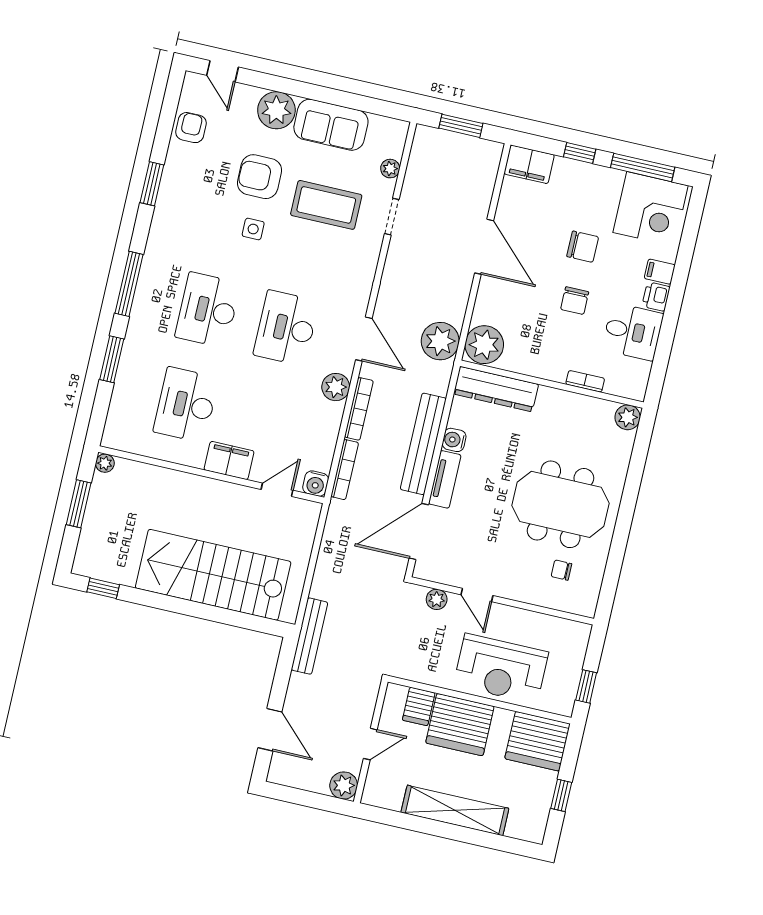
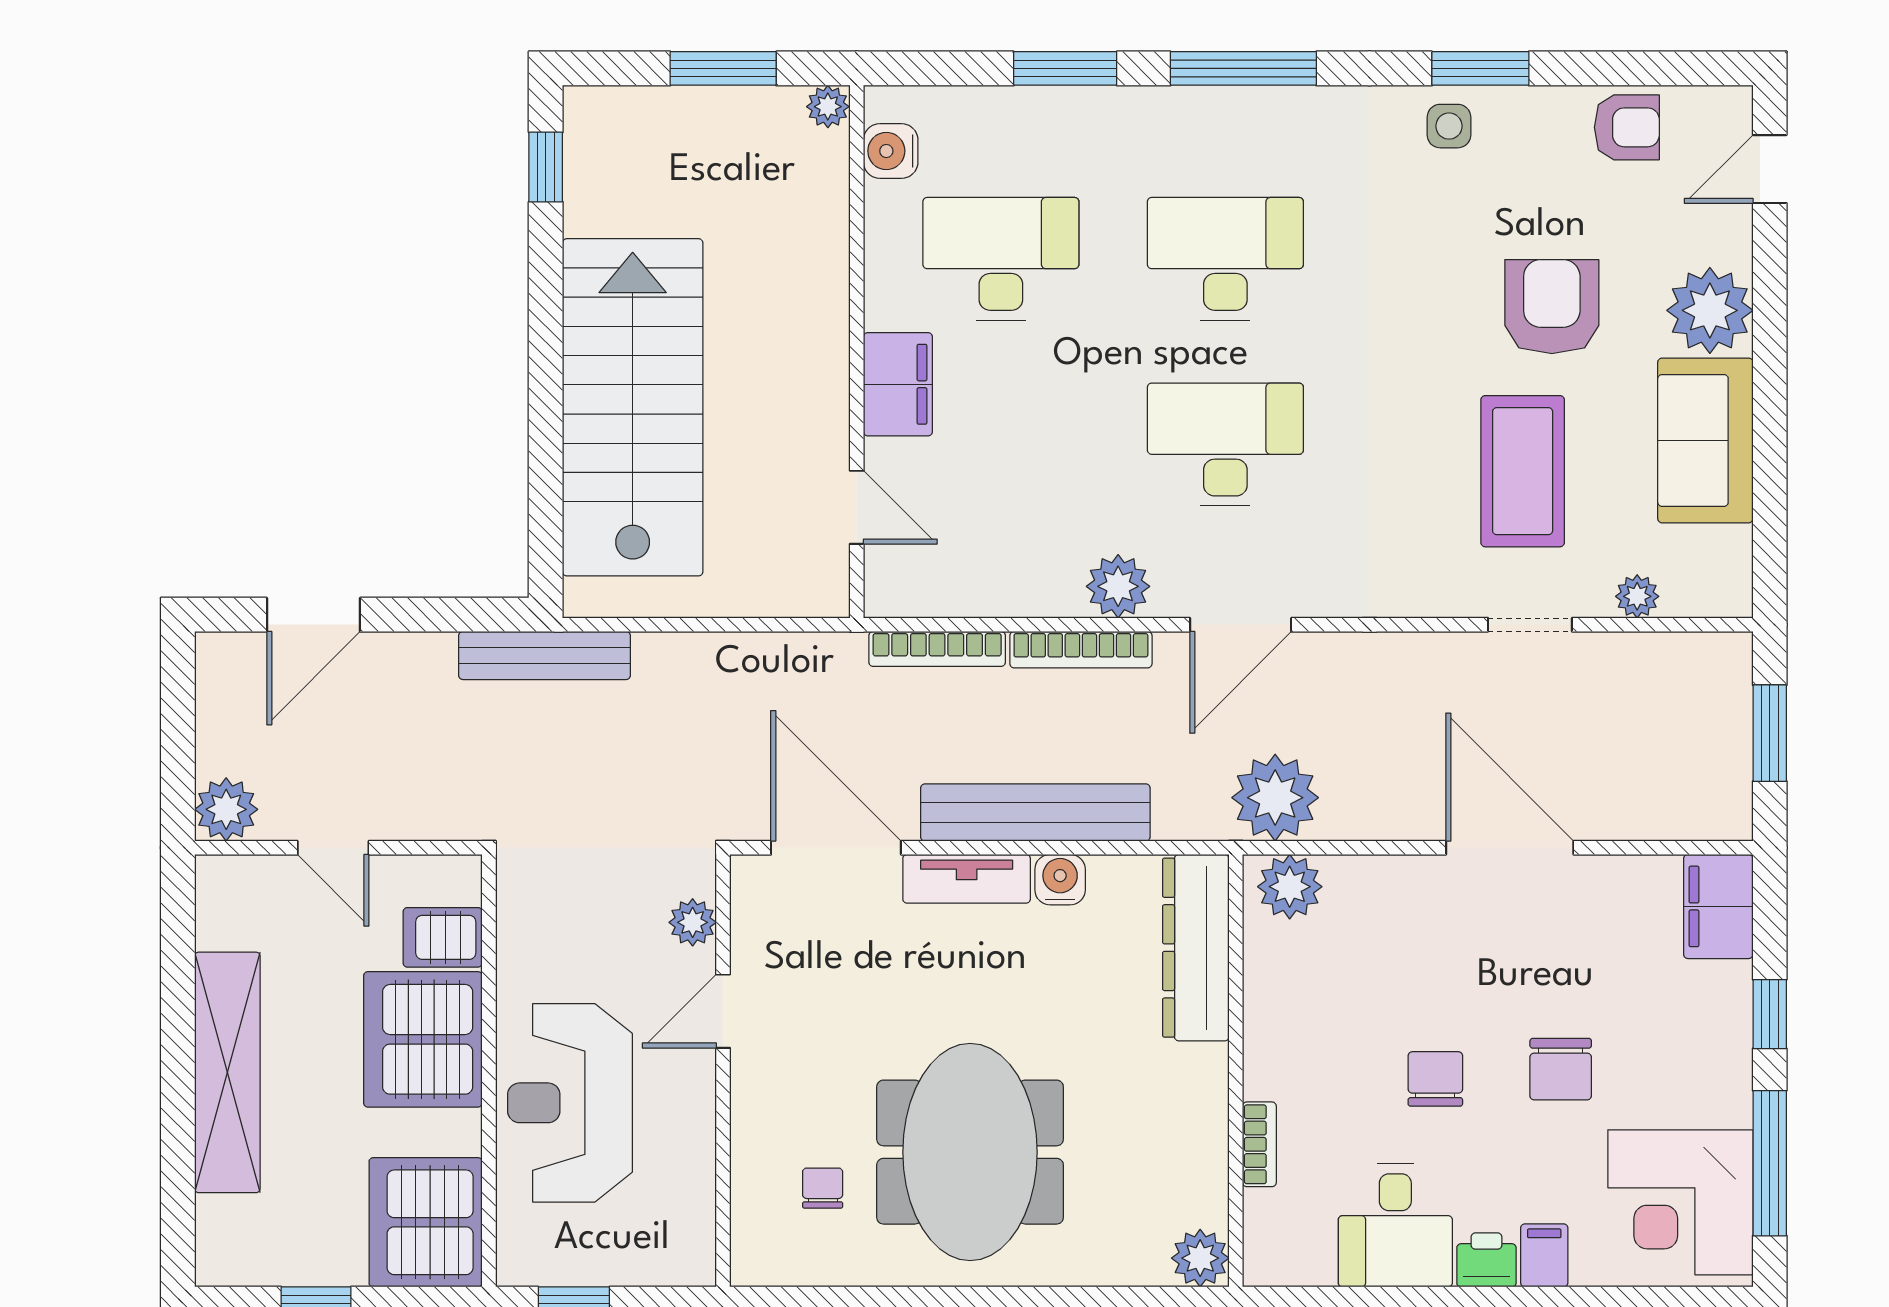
side table: (253, 229) -> (1449, 126), moved
door: (484, 247) -> (1510, 848), swing flipped
chair: (575, 301) -> (1435, 1079), turned 90
plant: (484, 345) -> (1290, 887), width x0.73, depth x0.73
water cooler: (316, 484) -> (891, 151), moved

